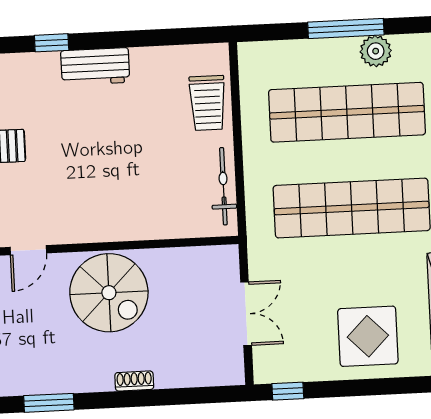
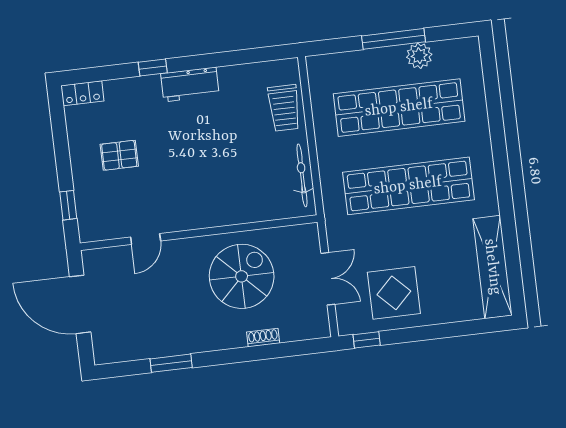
spiral stairs: (109, 293) -> (242, 276), moved, turned -90
display table: (368, 336) -> (394, 293), moved
shoe rack: (134, 381) -> (263, 338), moved

